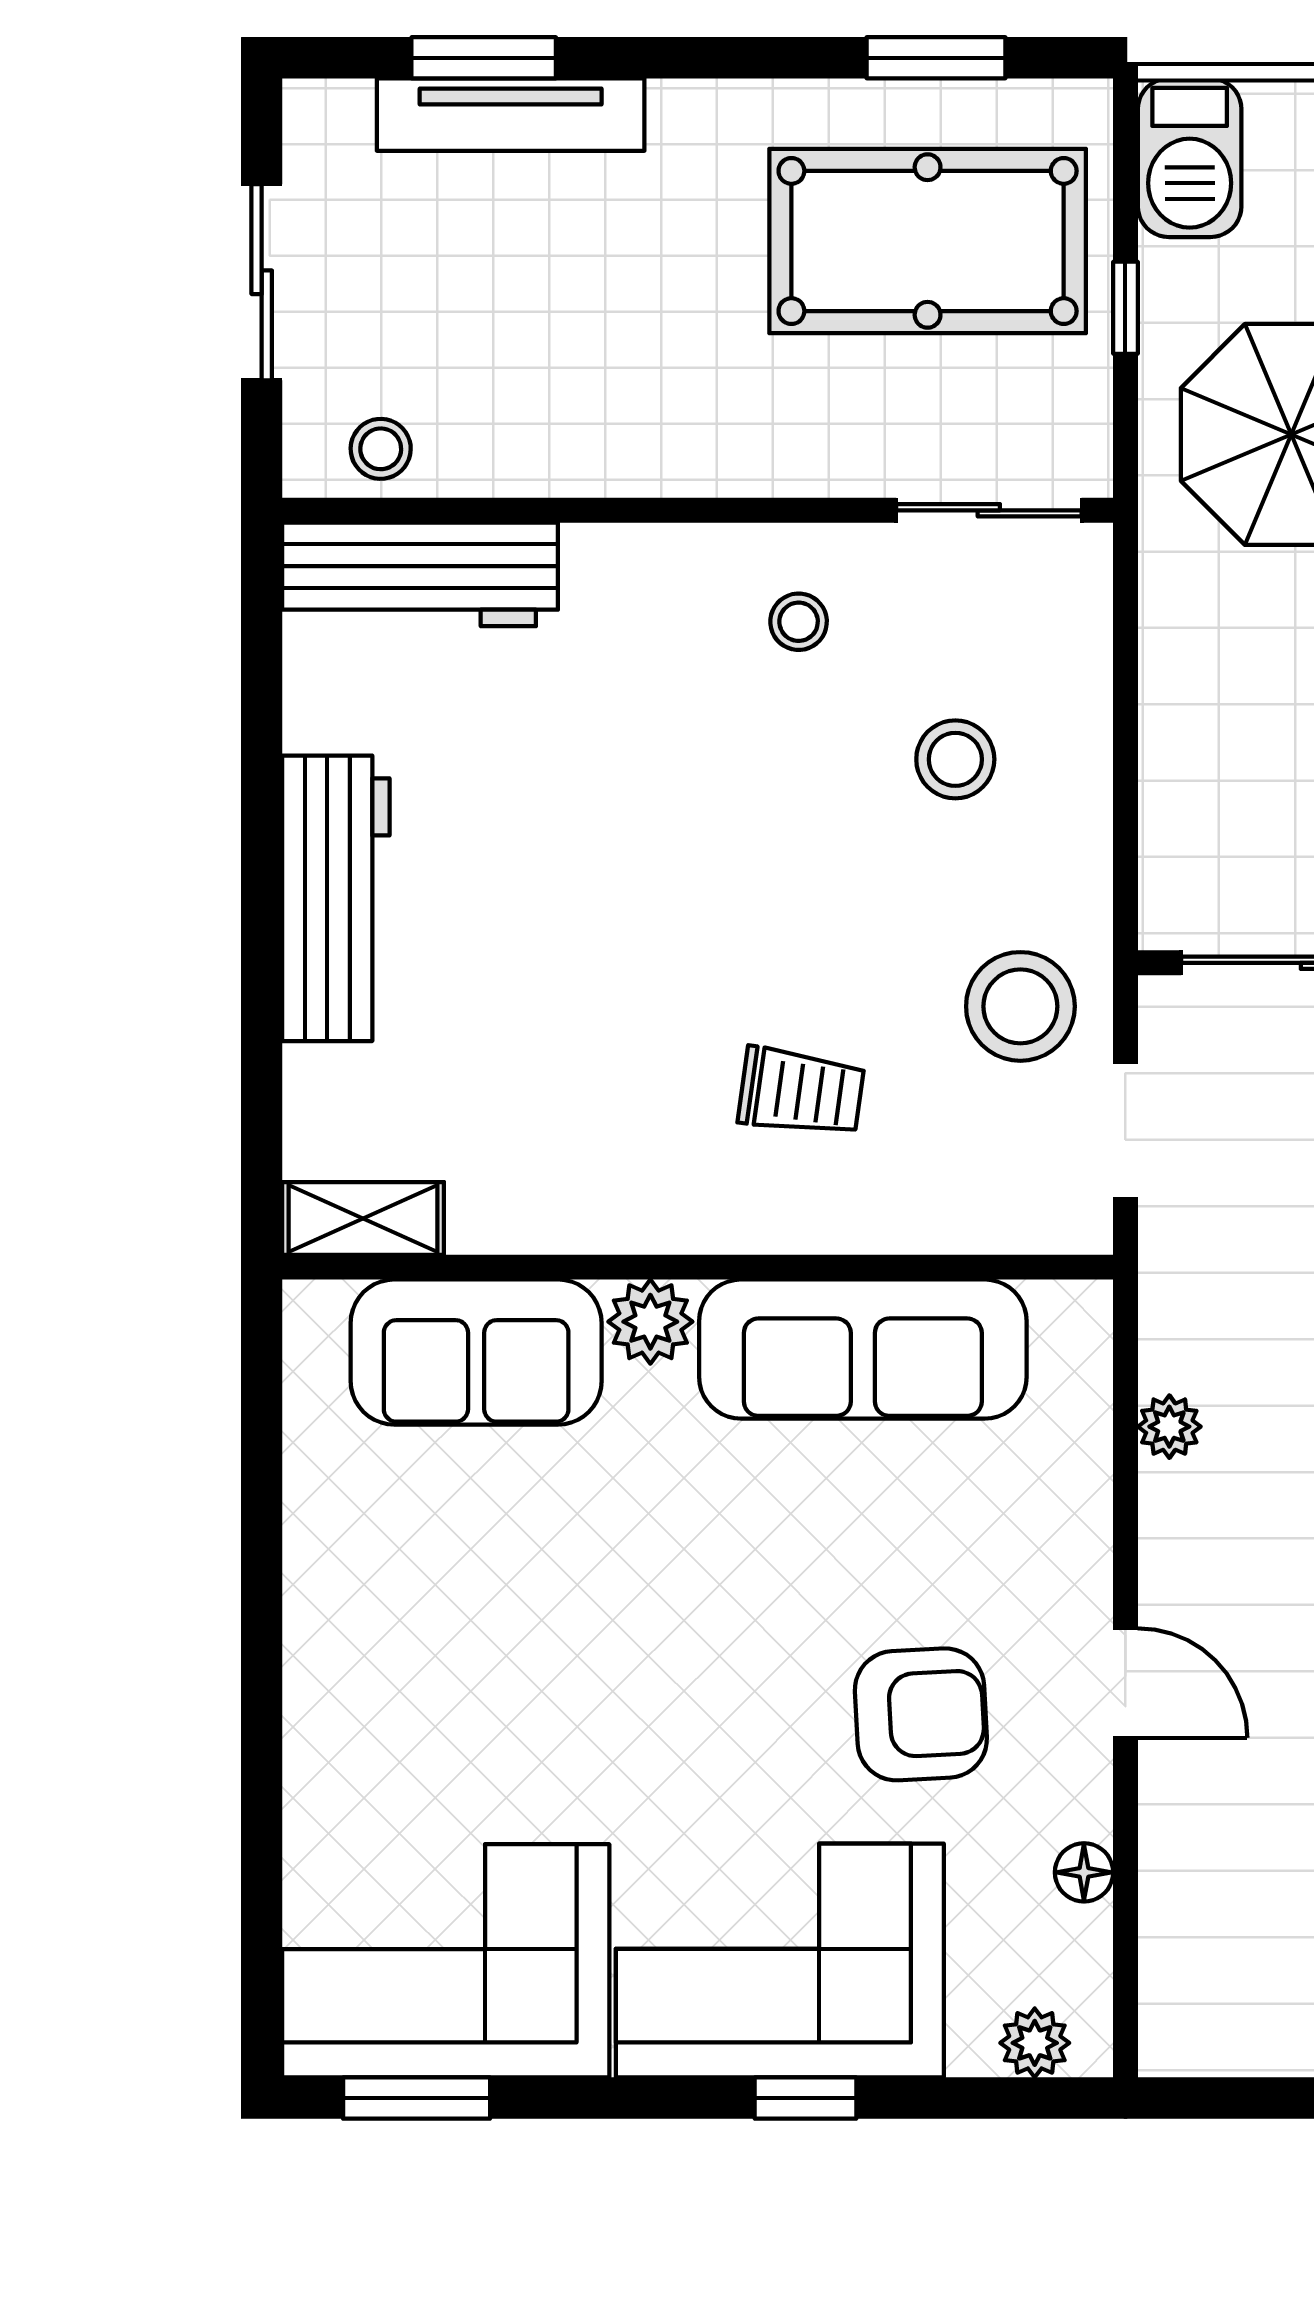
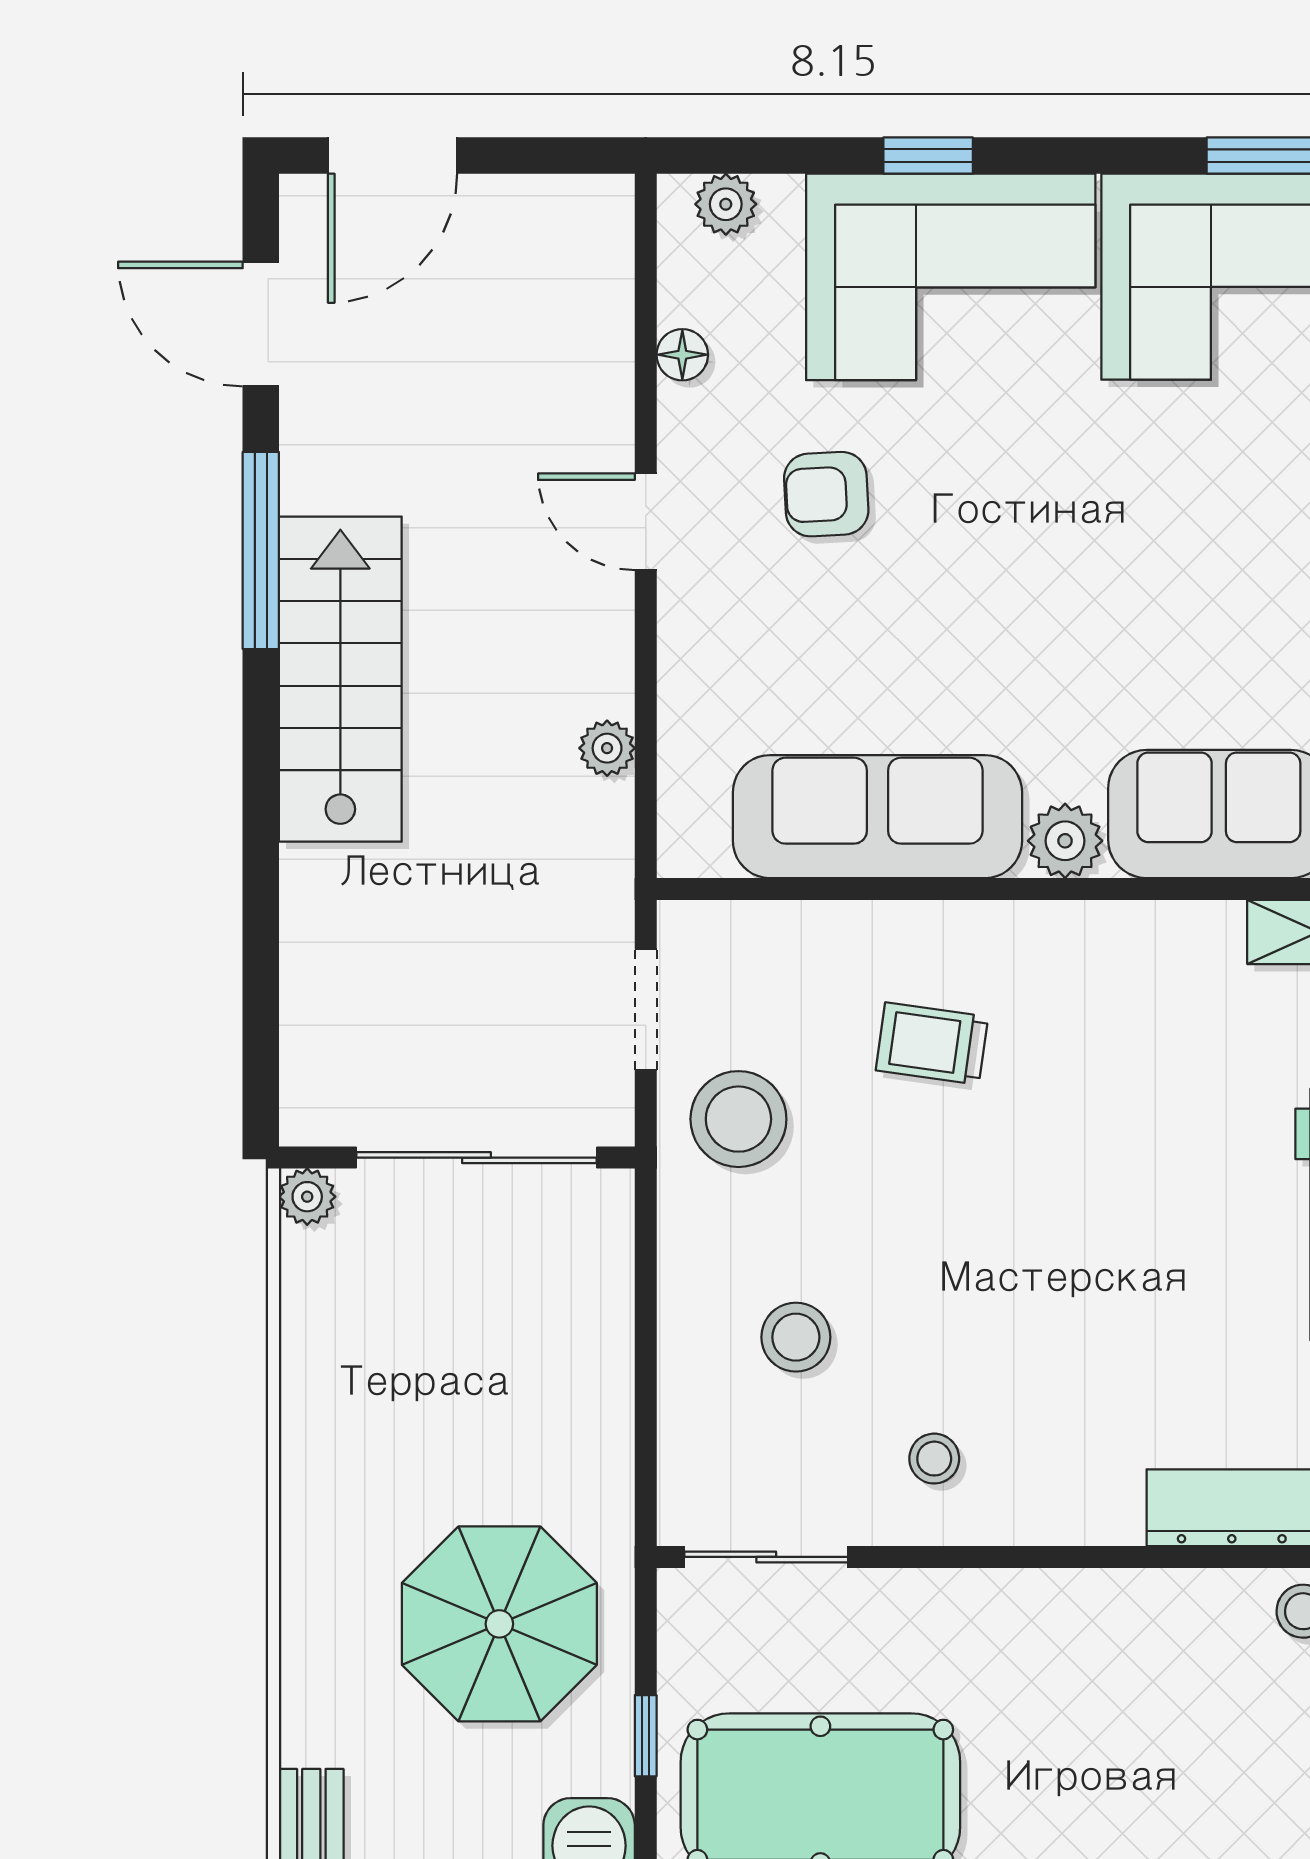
armchair: (921, 1714) -> (826, 494), width x0.72, depth x0.72

